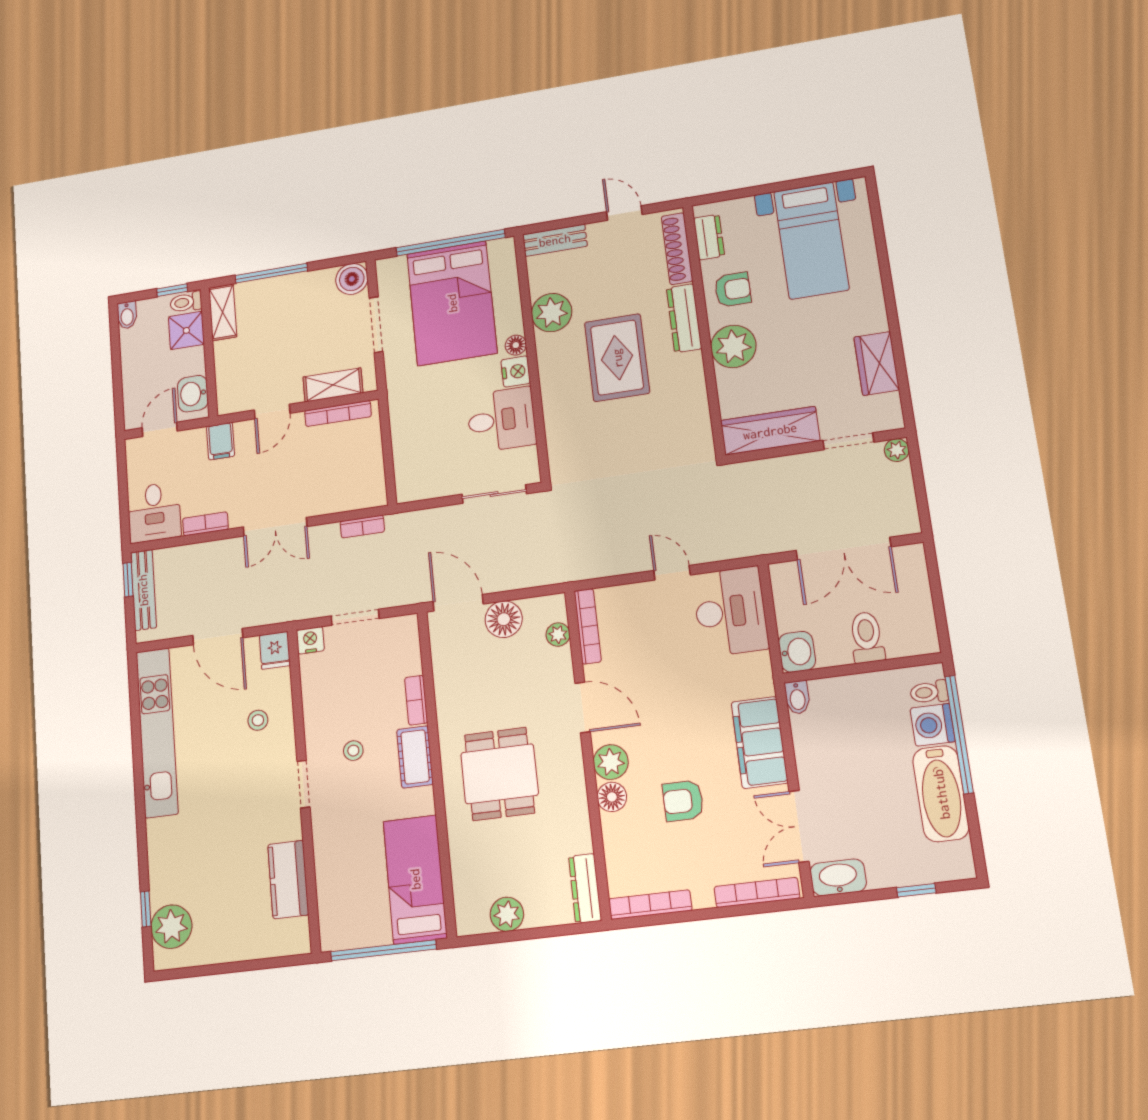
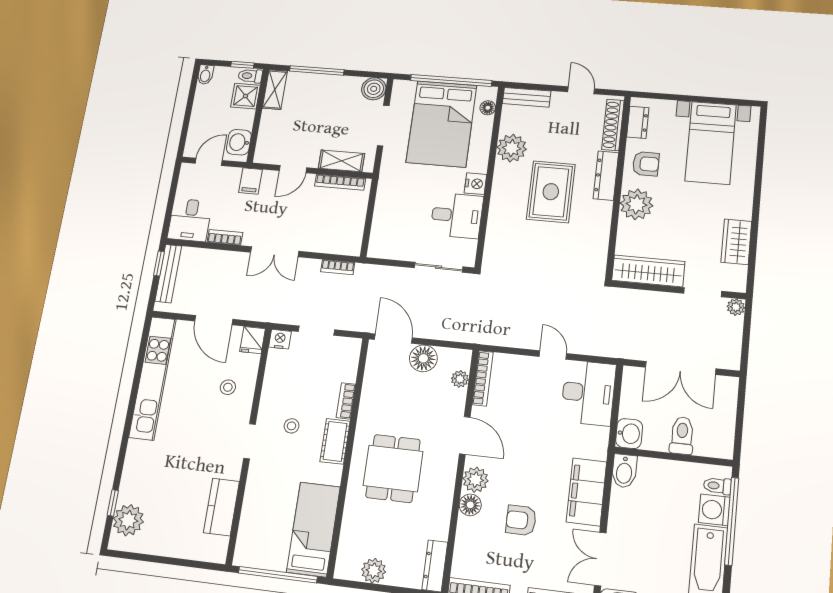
floor lamp: (516, 345) -> (488, 108), moved
bidet: (797, 697) -> (624, 471), width x1.38, depth x1.36

